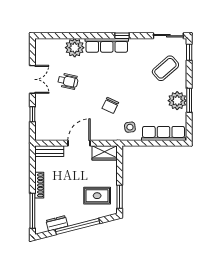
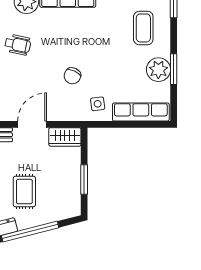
coffee table: (165, 68) -> (143, 28), turned -49
rug: (97, 196) -> (24, 192), moved, turned 90
window: (120, 197) -> (84, 179), moved

